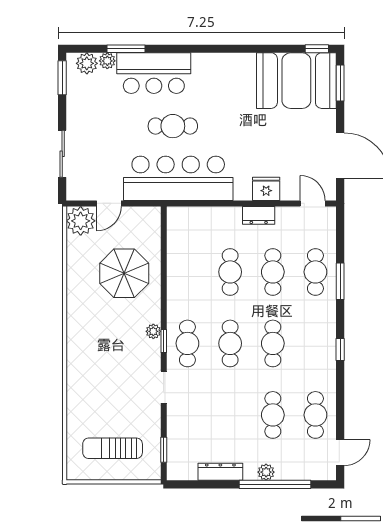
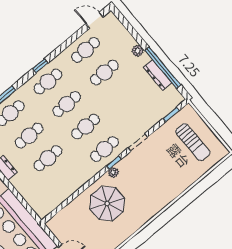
parasol: (124, 273) -> (107, 203), moved
cafe table: (315, 343) -> (48, 82), added
window: (275, 484) -> (163, 68), moved

